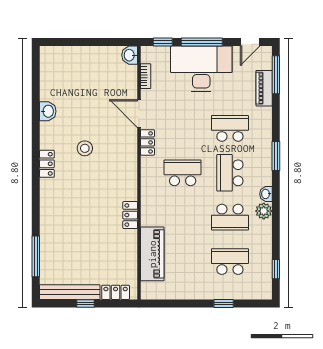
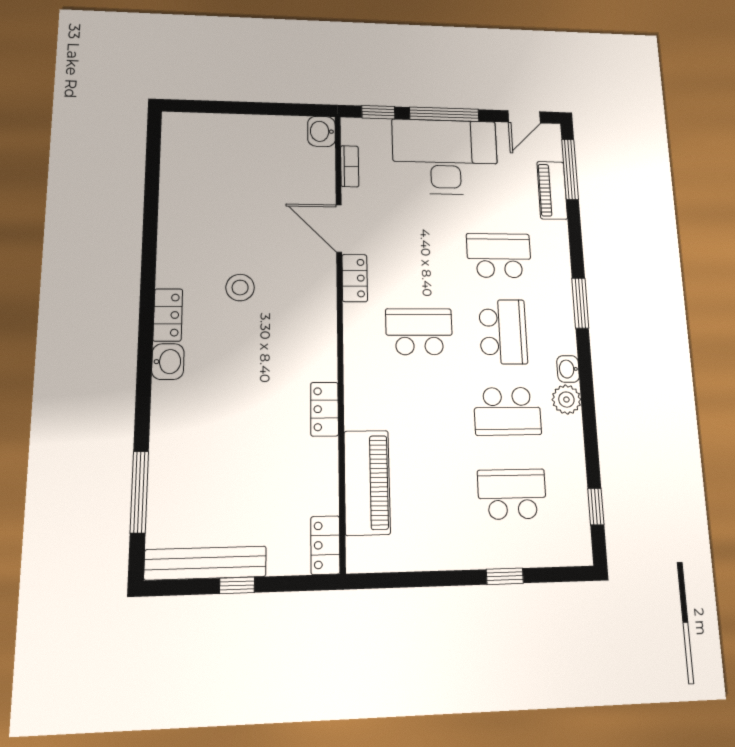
washbasin: (48, 111) -> (168, 362), moved
school desk: (230, 173) -> (503, 332), turned 180
locker: (116, 292) -> (325, 545), moved, turned -90

